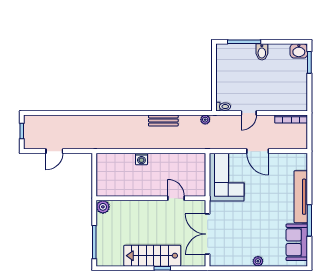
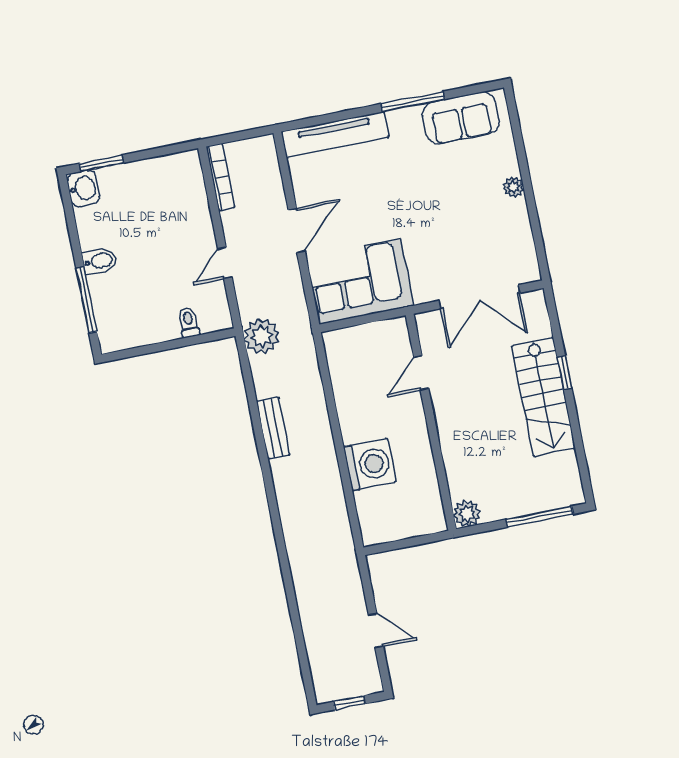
toilet: (223, 107) -> (189, 322), moved
door: (249, 113) -> (225, 263), swing flipped
plant: (205, 120) -> (262, 336), width x1.88, depth x1.88
washing machine: (141, 159) -> (370, 464), width x1.89, depth x1.89
tv unit: (301, 197) -> (335, 135), moved

